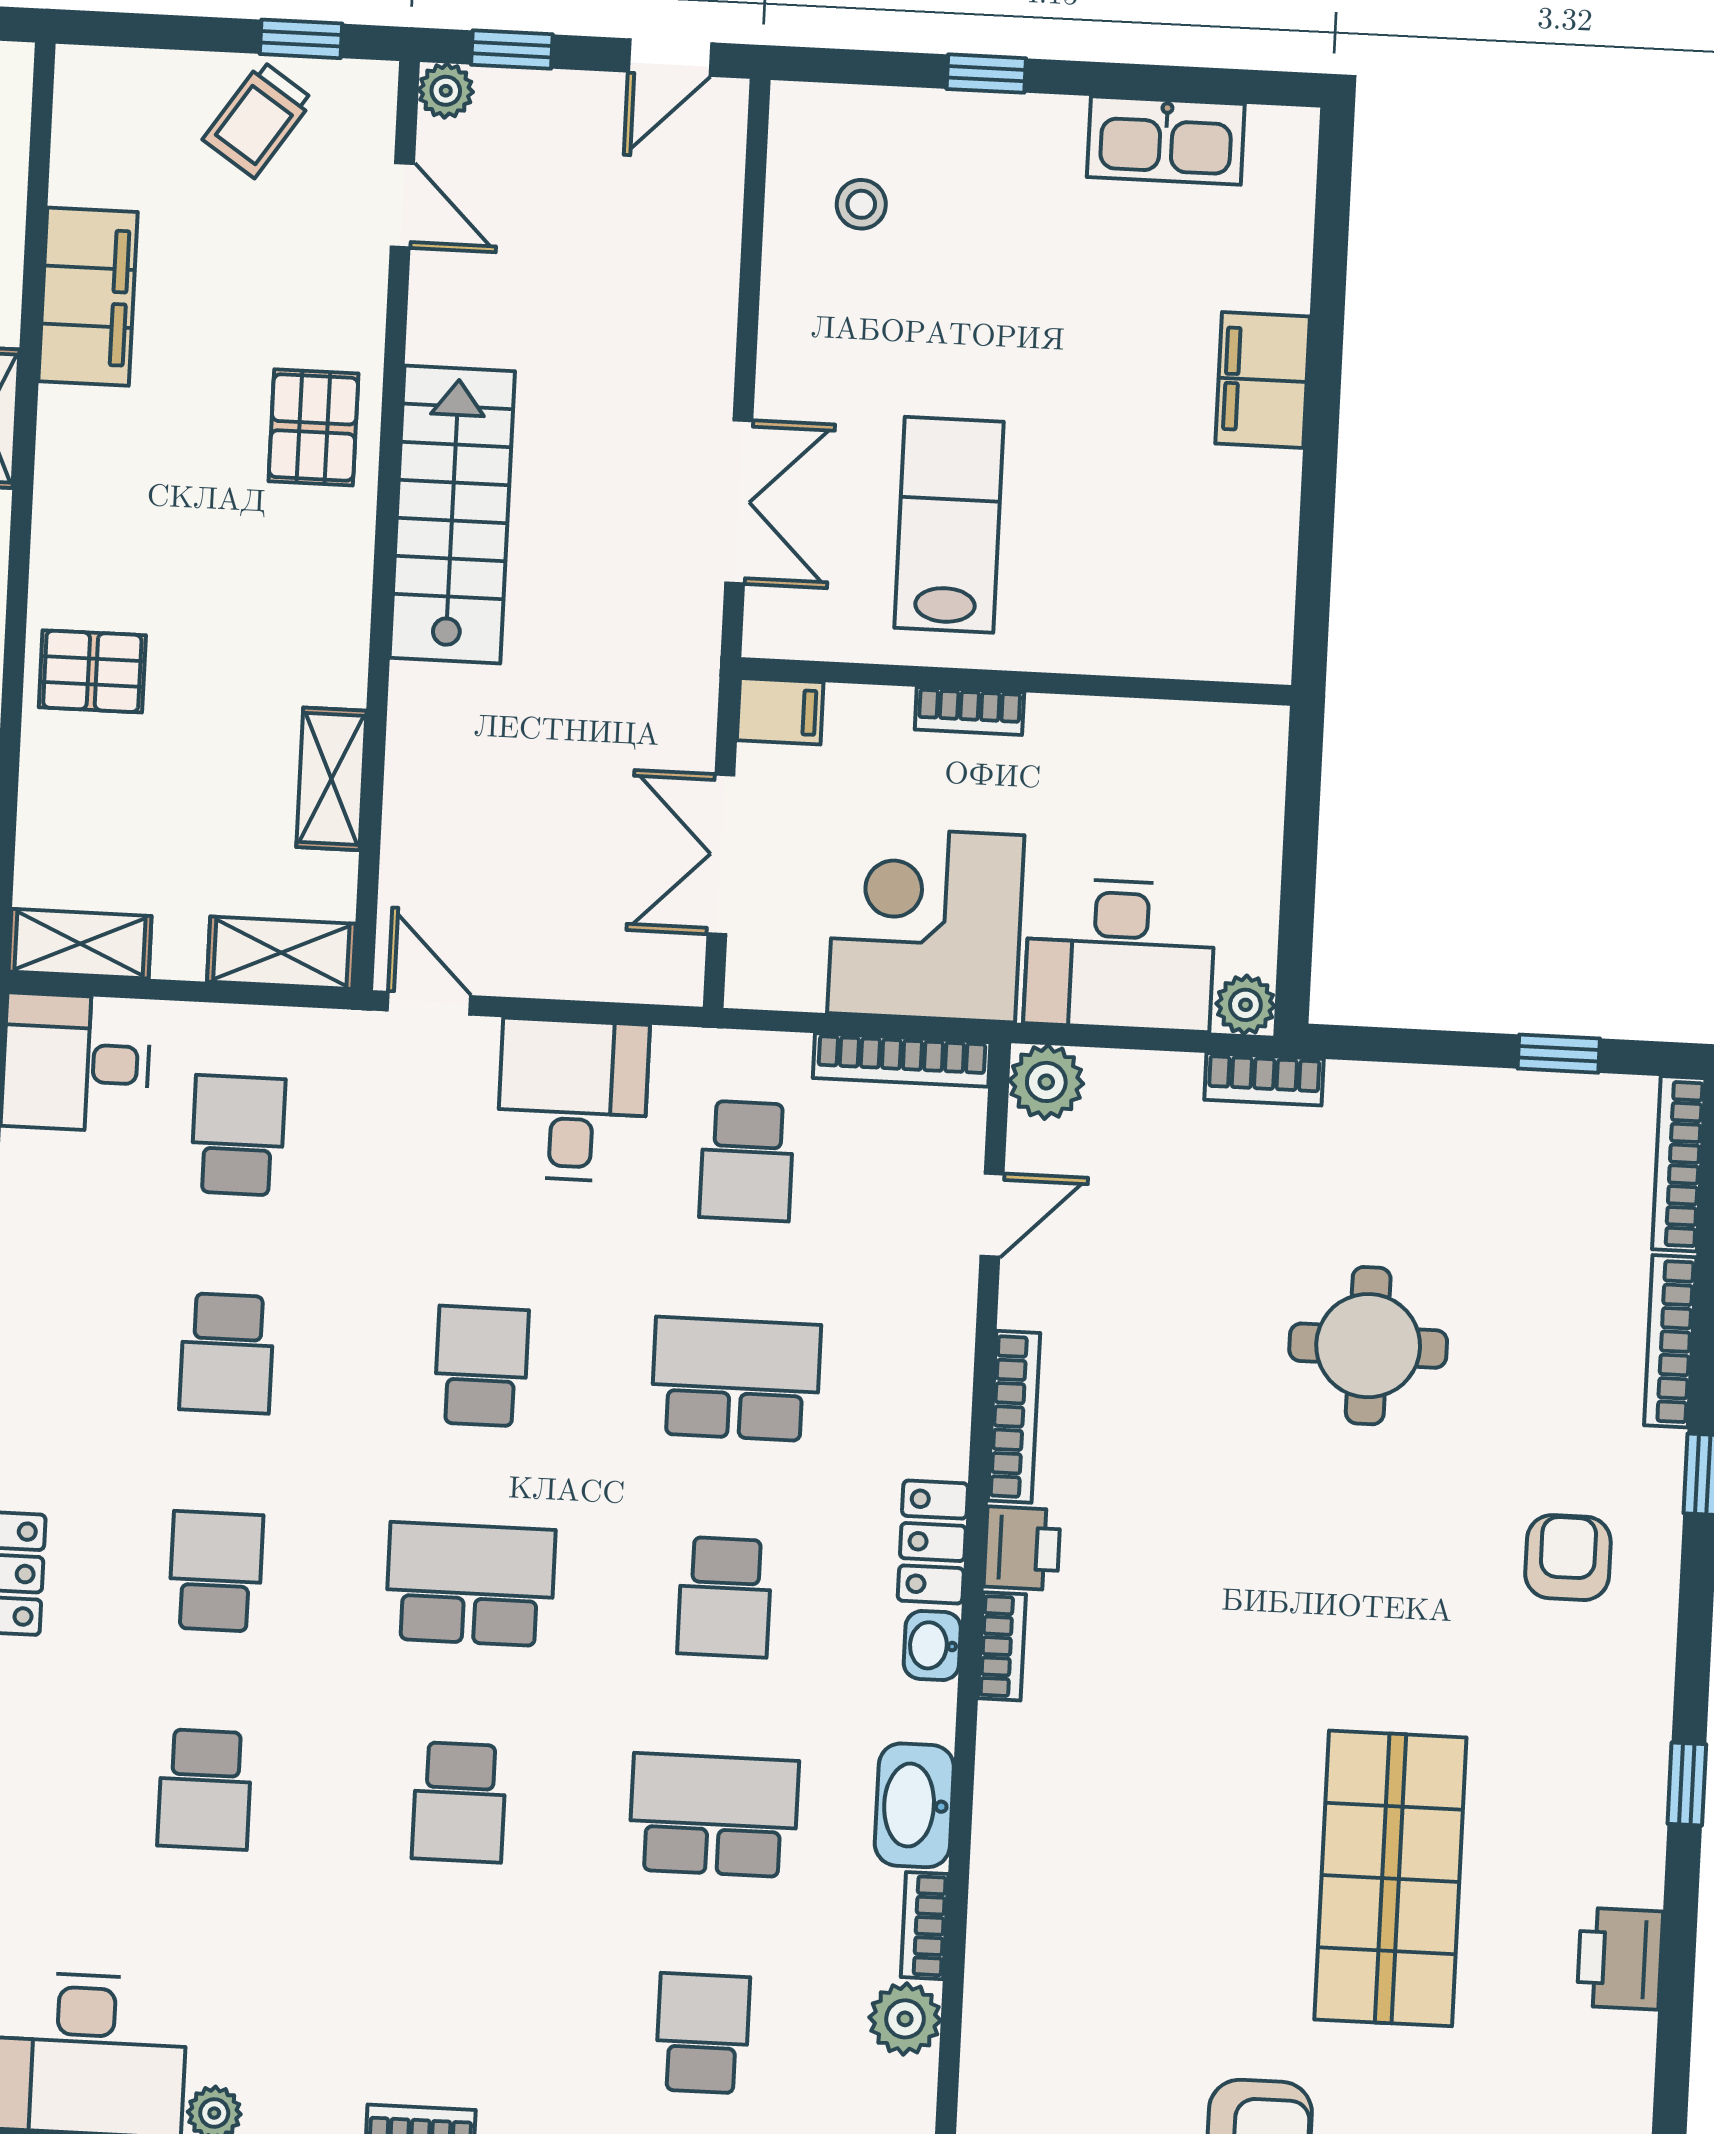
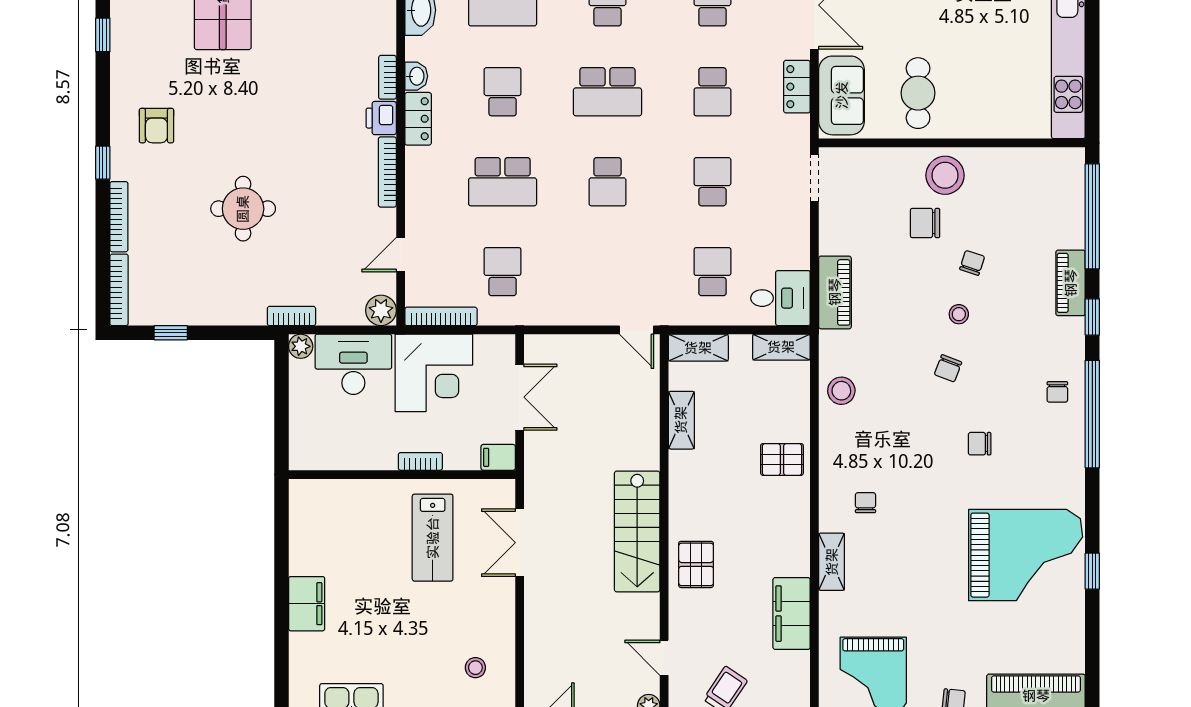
desk: (573, 1100) -> (575, 293), removed
school desk: (238, 1135) -> (712, 272), turned 180

